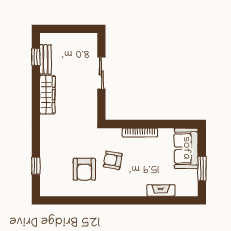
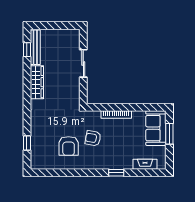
bench: (45, 59) -> (35, 47), width x1.36
window: (202, 169) -> (169, 134), moved
fireplace: (161, 190) -> (145, 164), moved
window: (140, 200) -> (116, 173), added

